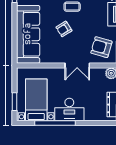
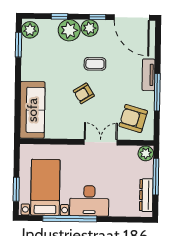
sofa: (28, 34) -> (32, 110), width x0.74, depth x0.79
double door: (77, 65) -> (101, 142), swing flipped

